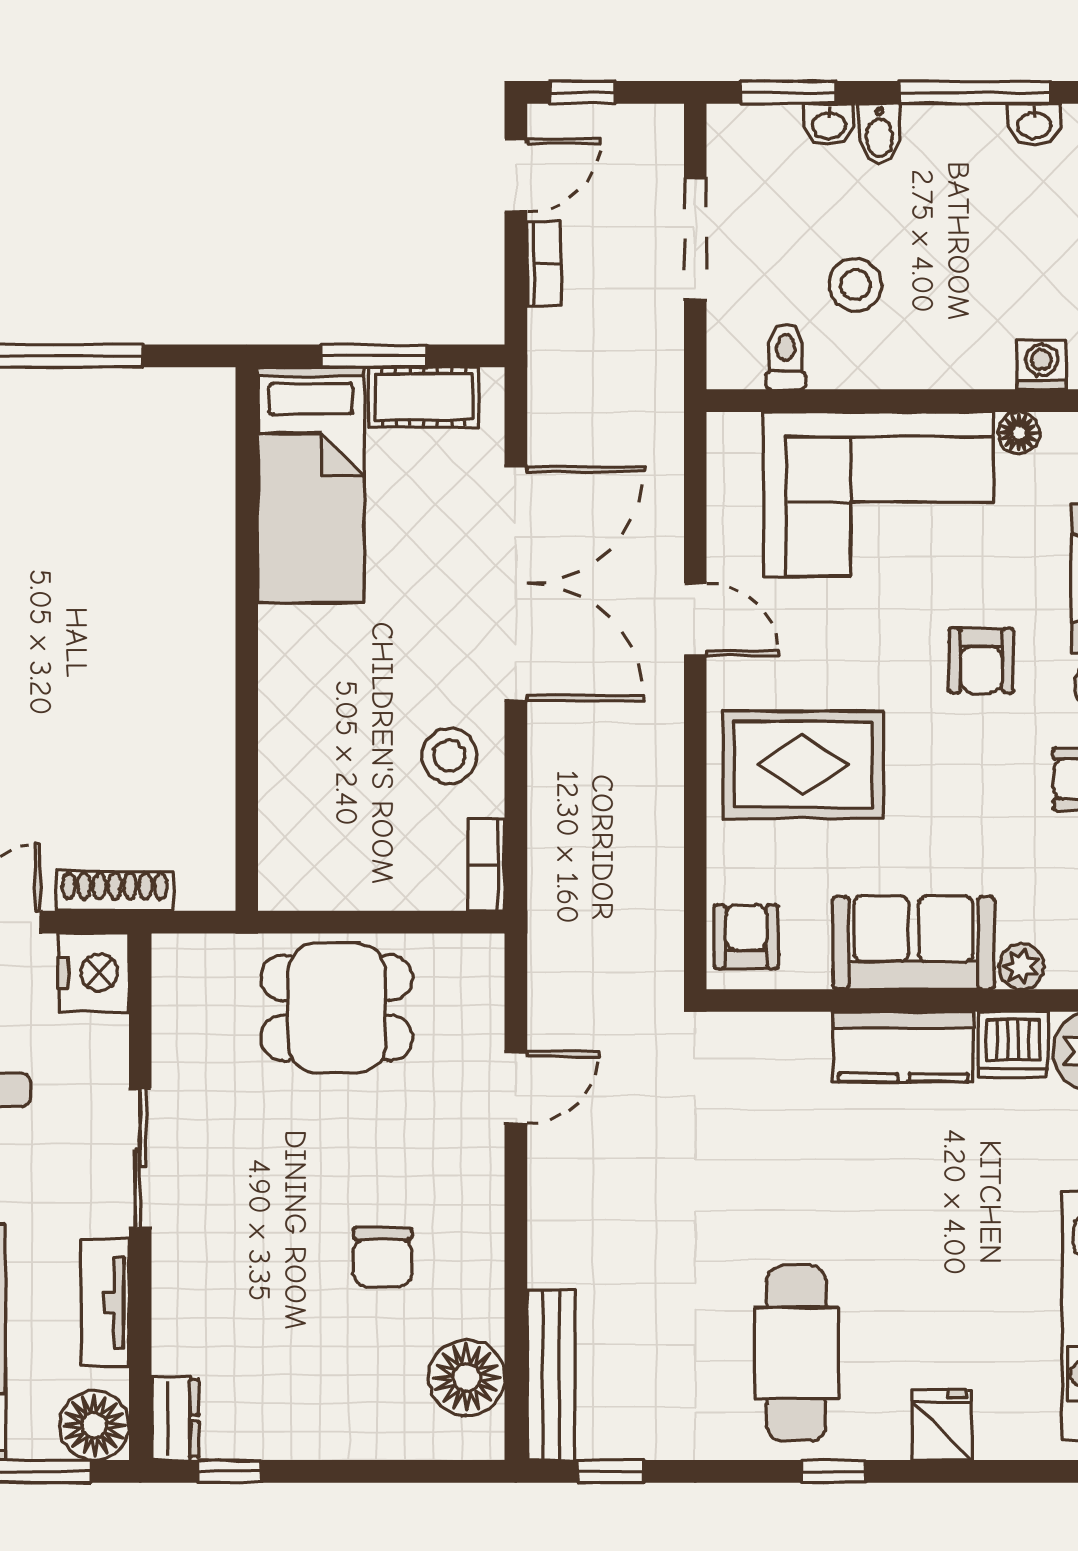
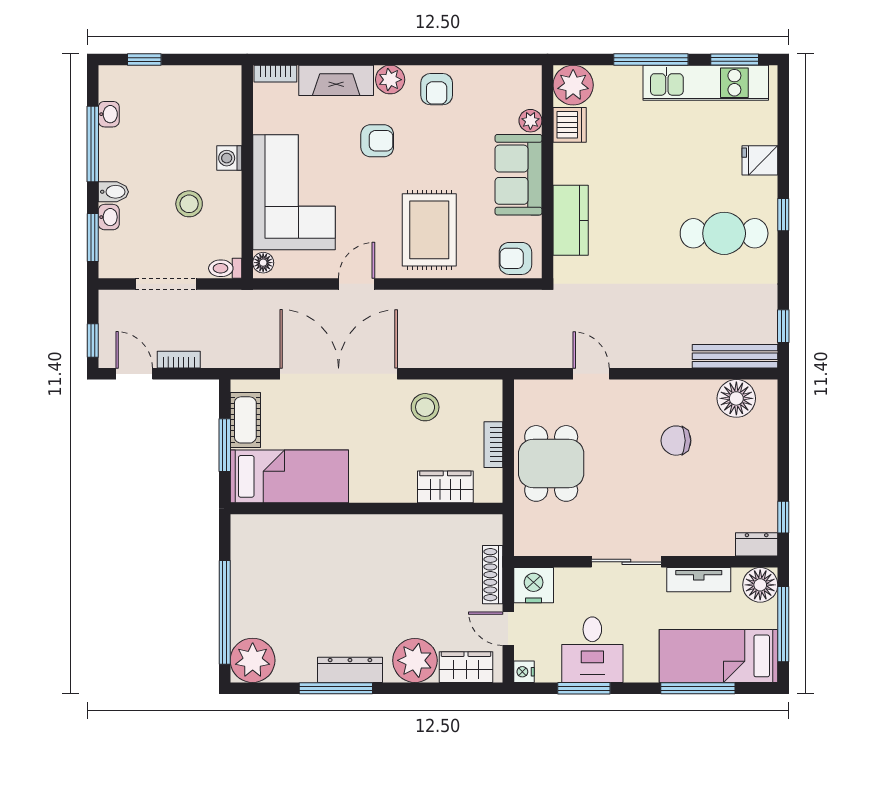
toilet: (786, 357) -> (225, 268), moved
washing machine: (1042, 365) -> (229, 158), moved
floor lamp: (1019, 433) -> (263, 263), moved
wardrobe: (290, 797) -> (445, 487), added
bookcase: (486, 865) -> (493, 445), moved, turned 90
kitchen counter: (903, 1047) -> (571, 220), moved
chair: (383, 1257) -> (676, 441), turned 180

